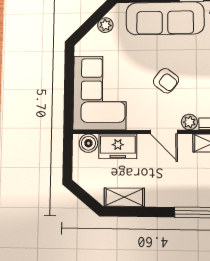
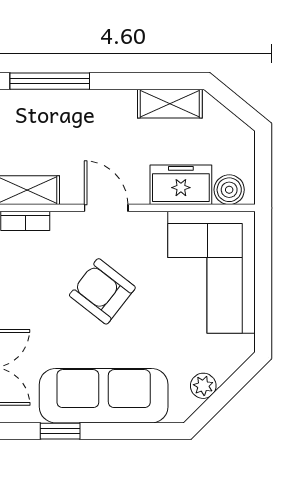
armchair: (166, 81) -> (102, 291), width x1.38, depth x1.38
plant: (189, 122) -> (65, 224), removed

